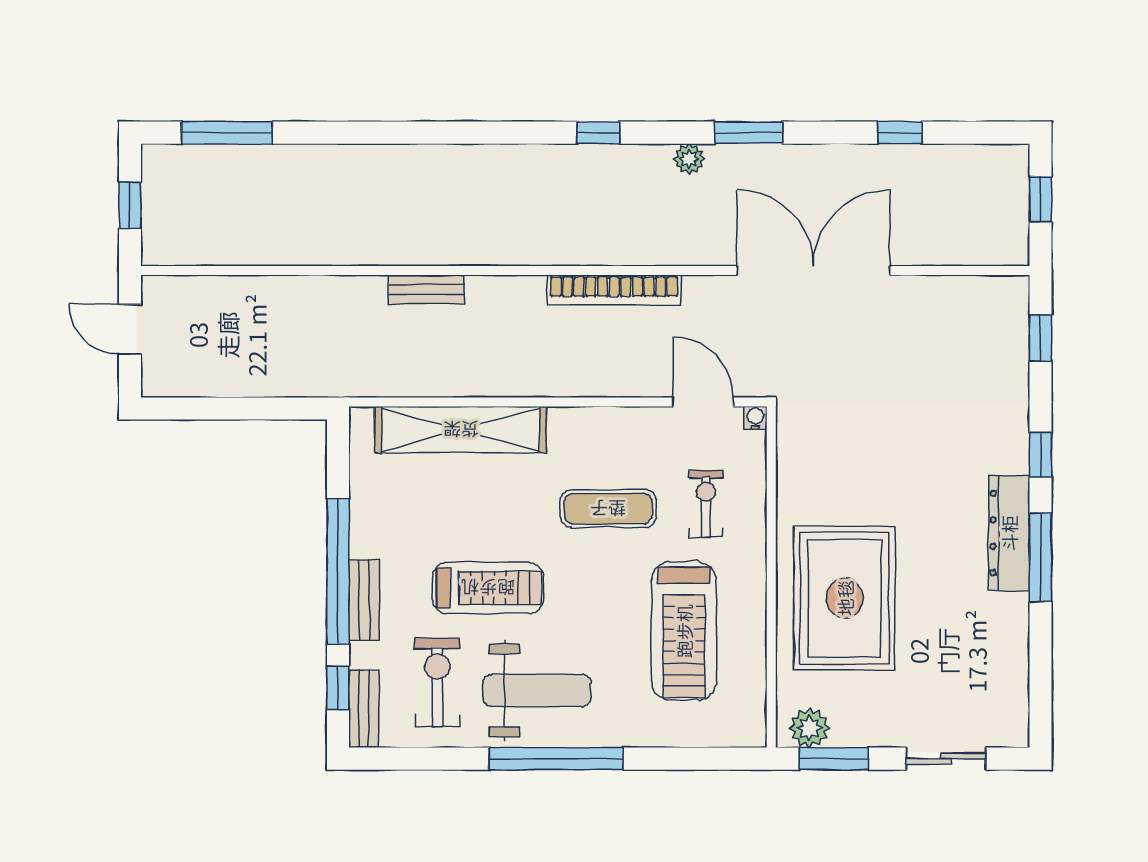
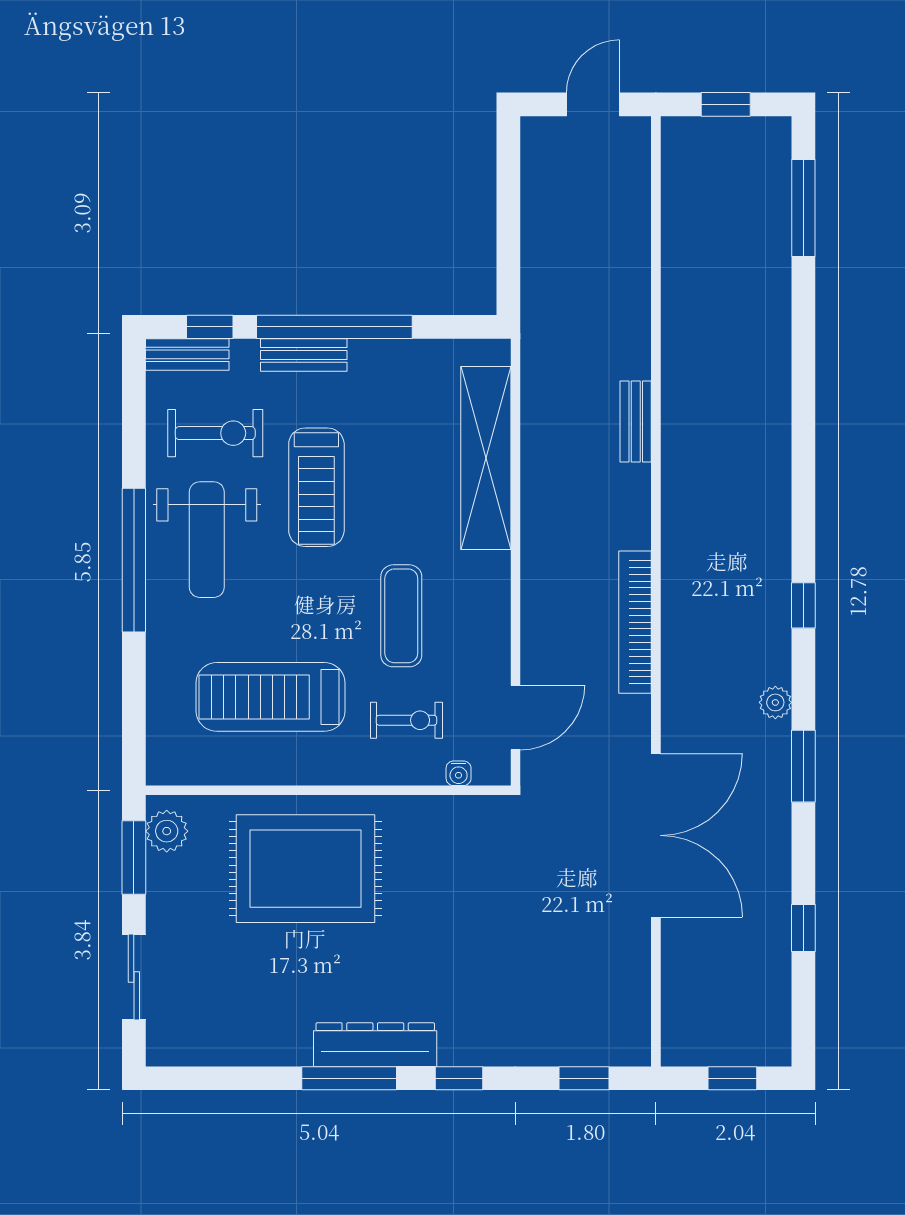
water cooler: (755, 418) -> (459, 773), moved, turned 90

